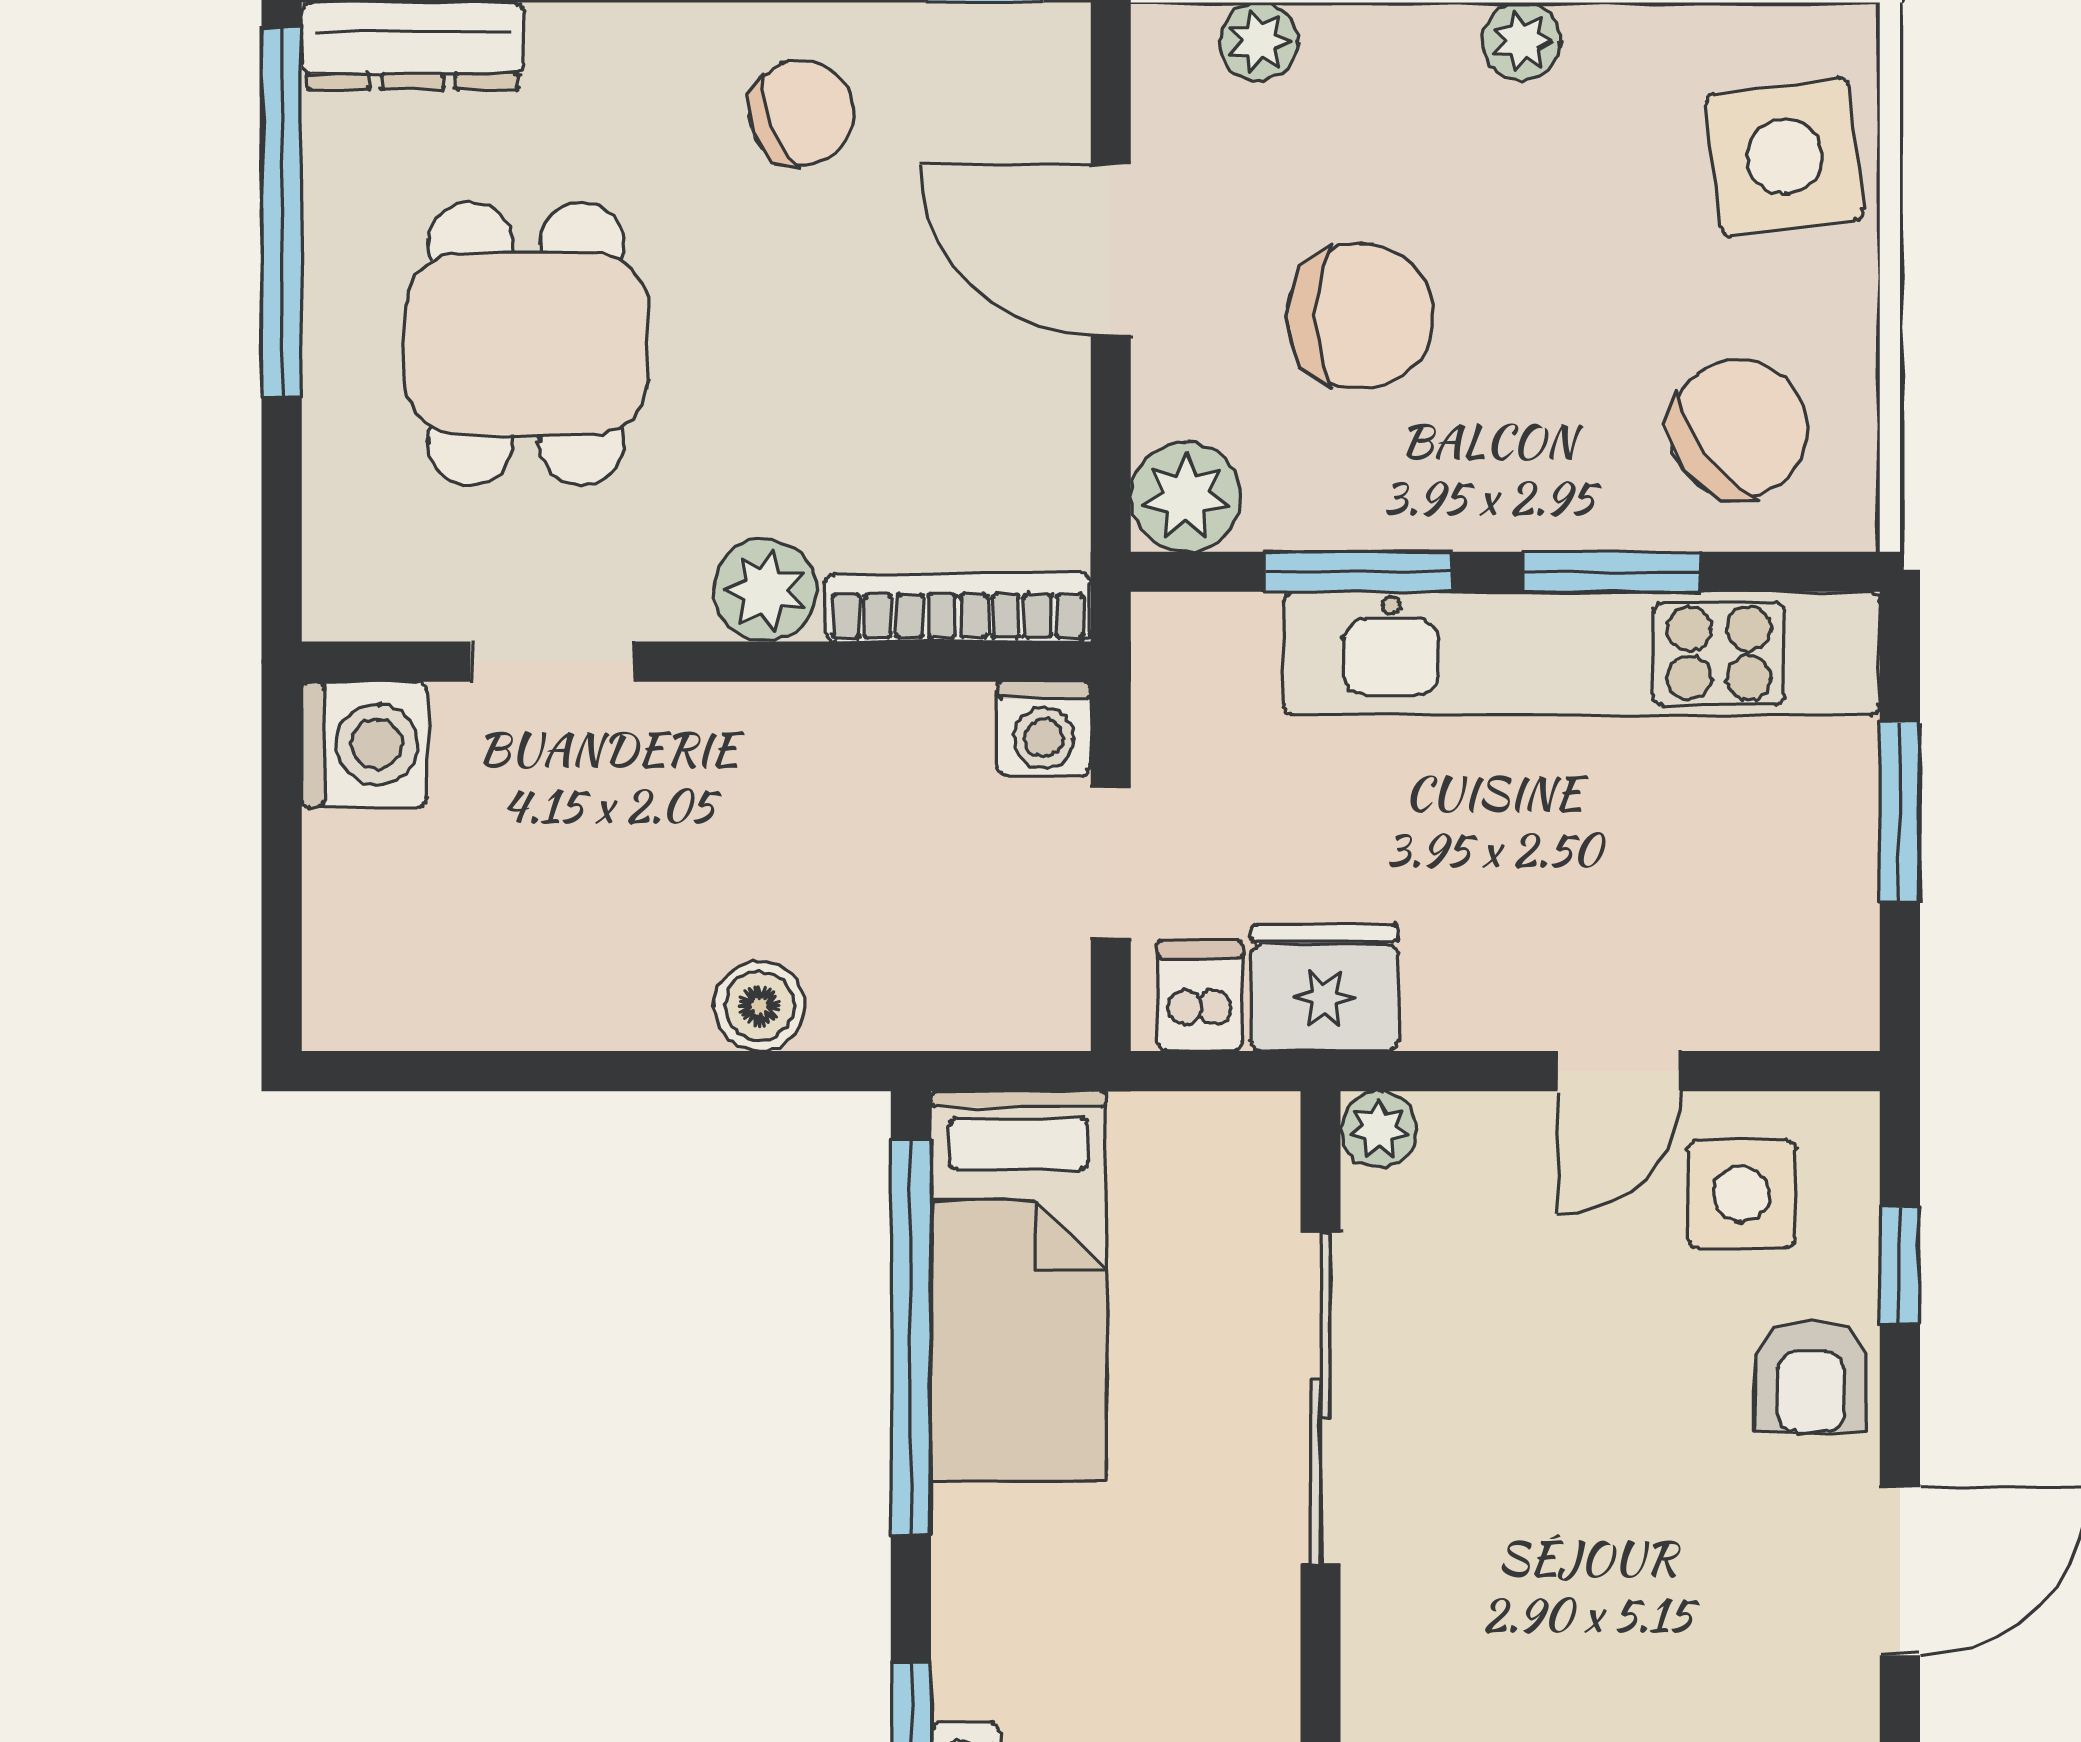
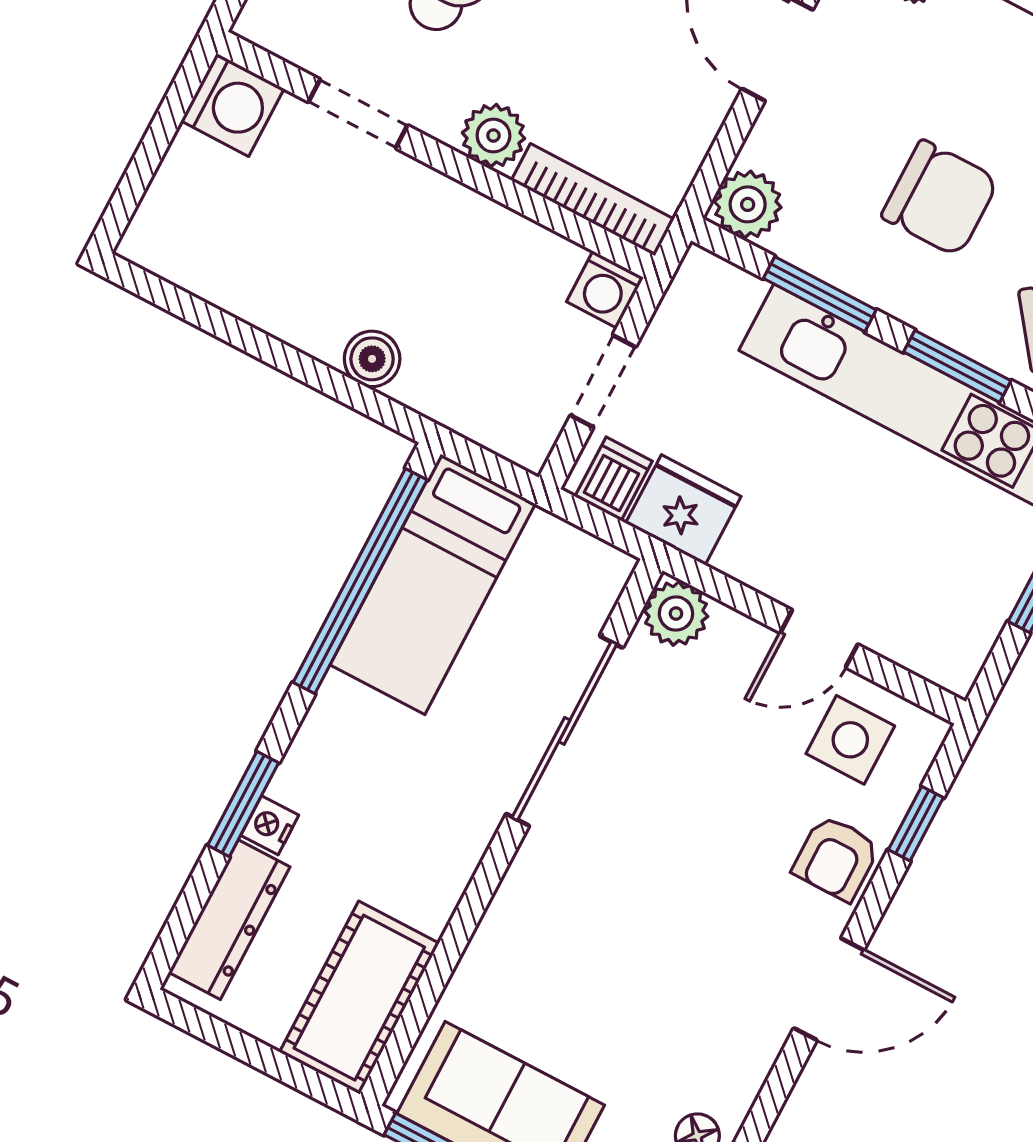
chair: (1361, 316) -> (940, 198), moved
plant: (1379, 1129) -> (676, 614), width x1.38, depth x1.38

